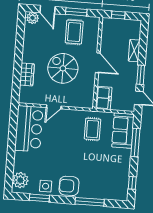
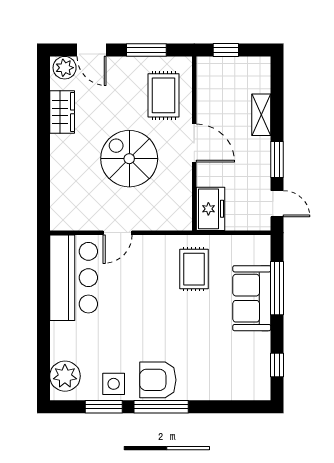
rug: (74, 32) -> (164, 95), moved
wardrobe: (27, 74) -> (62, 112), moved
sofa: (123, 131) -> (252, 298), moved
window: (90, 202) -> (161, 407), moved

